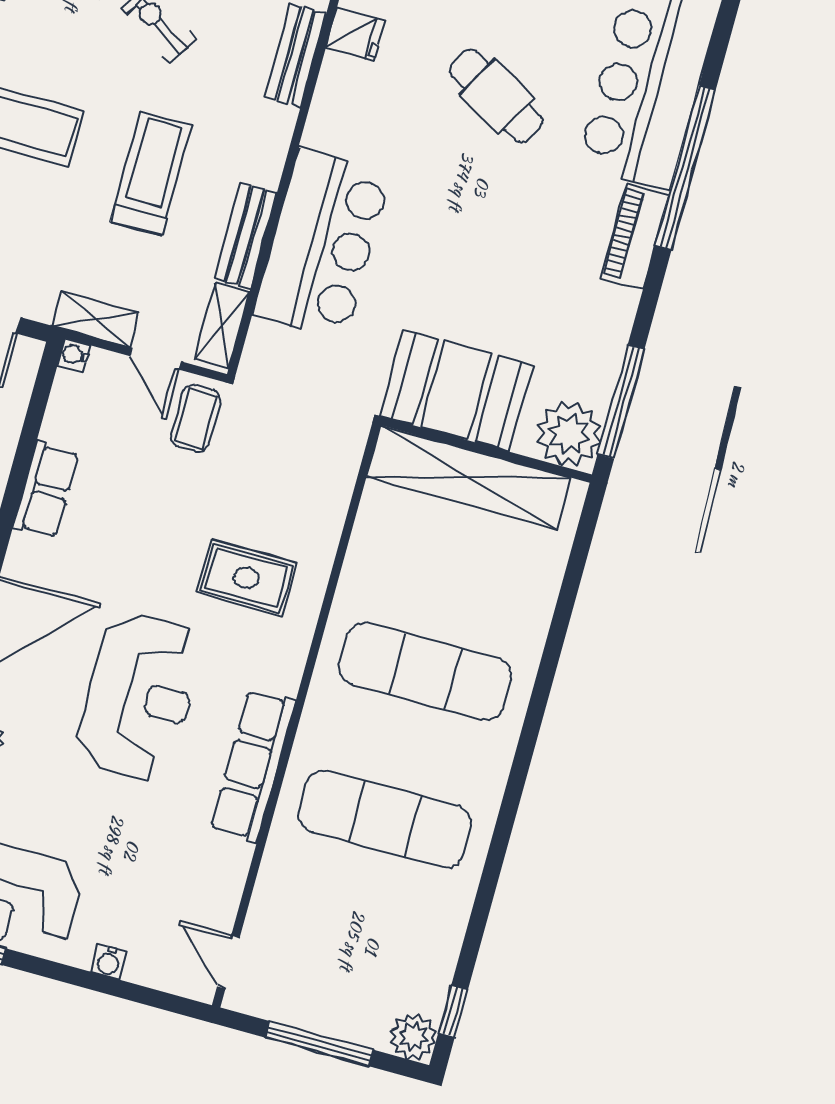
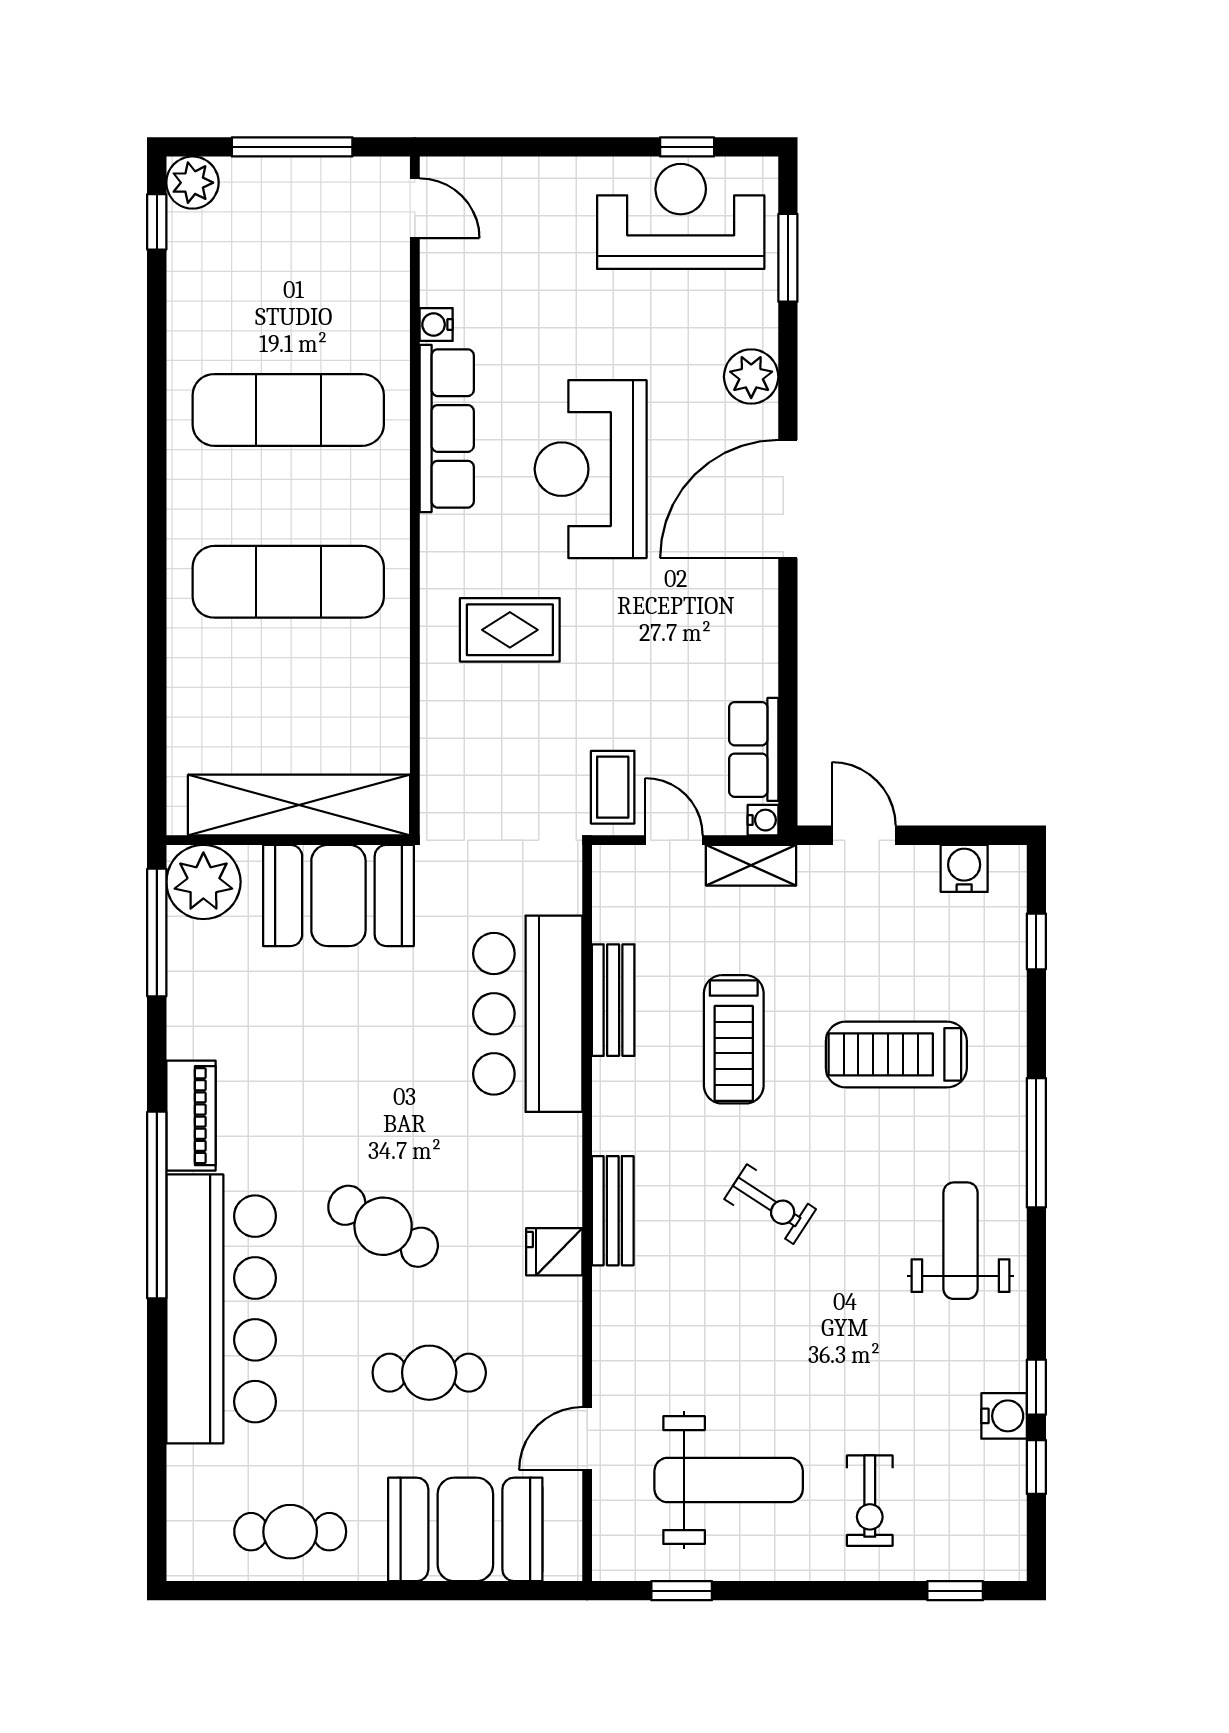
shelving: (222, 325) -> (612, 896), removed
row of seats: (46, 490) -> (754, 749), moved
water cooler: (109, 962) -> (436, 325), moved, turned -90

